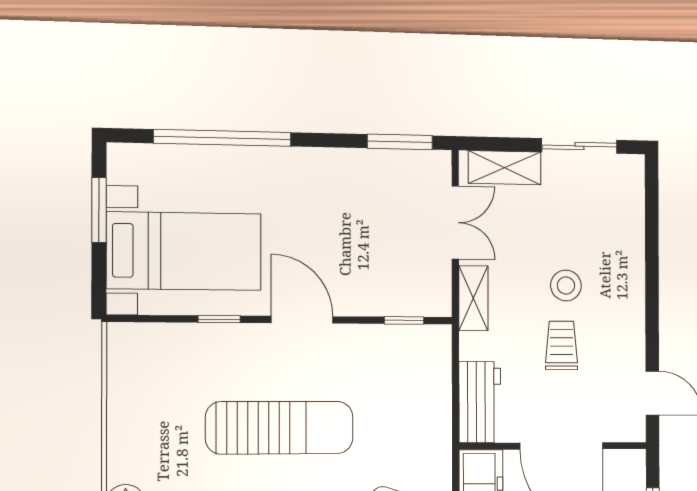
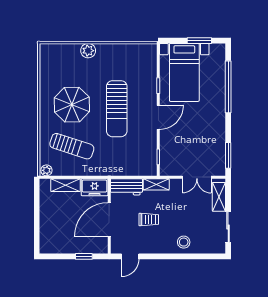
stool: (566, 285) -> (184, 242), moved
shelving: (473, 298) -> (156, 184), moved

